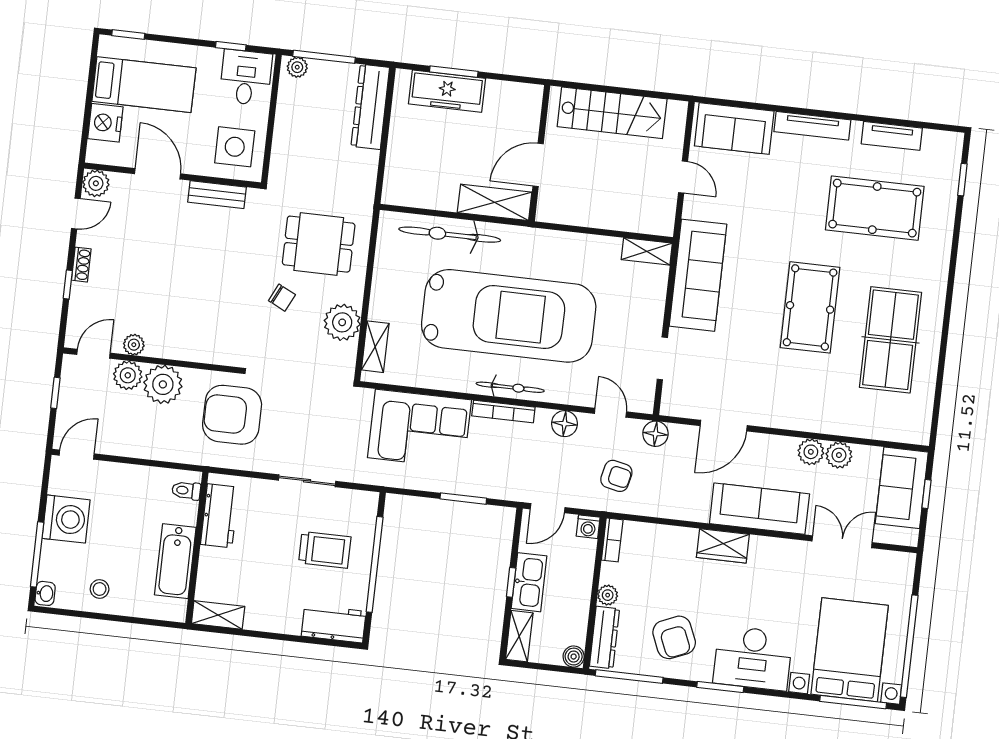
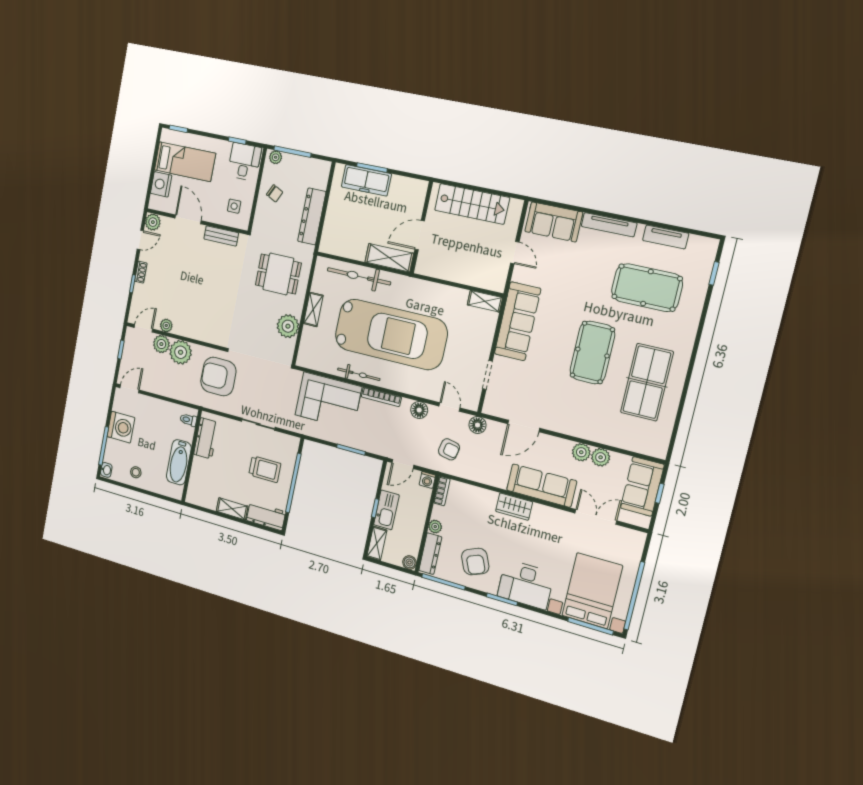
dresser: (370, 107) -> (312, 216), moved
side table: (235, 147) -> (234, 206), width x0.54, depth x0.54
chair: (282, 298) -> (275, 193), moved
shelving: (375, 347) -> (313, 309), moved
bicycle: (510, 387) -> (359, 374), moved
shelving: (218, 615) -> (232, 509), moved

